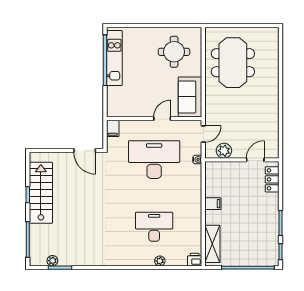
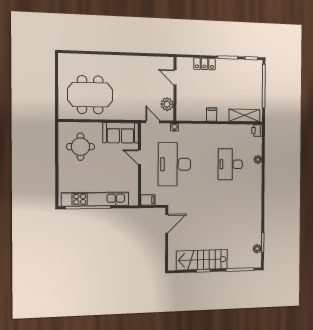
kitchen unit: (114, 58) -> (95, 199), width x1.36
locker: (272, 179) -> (204, 64), moved

